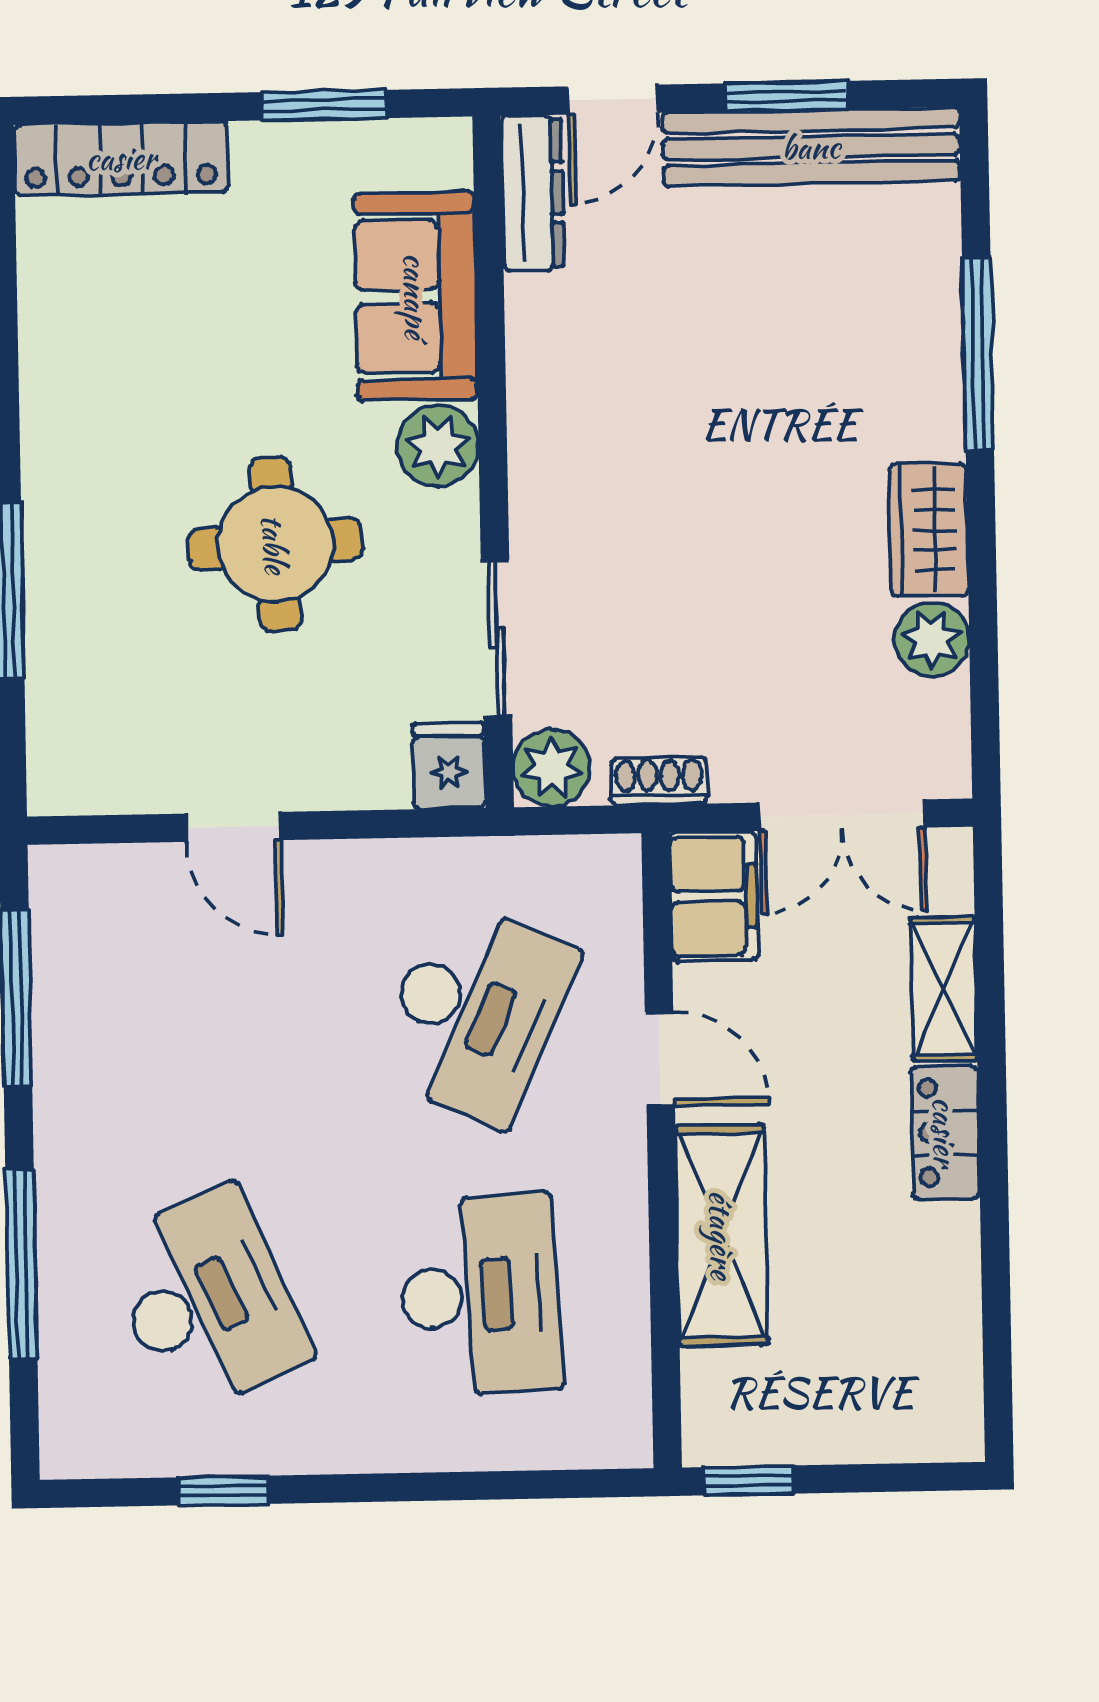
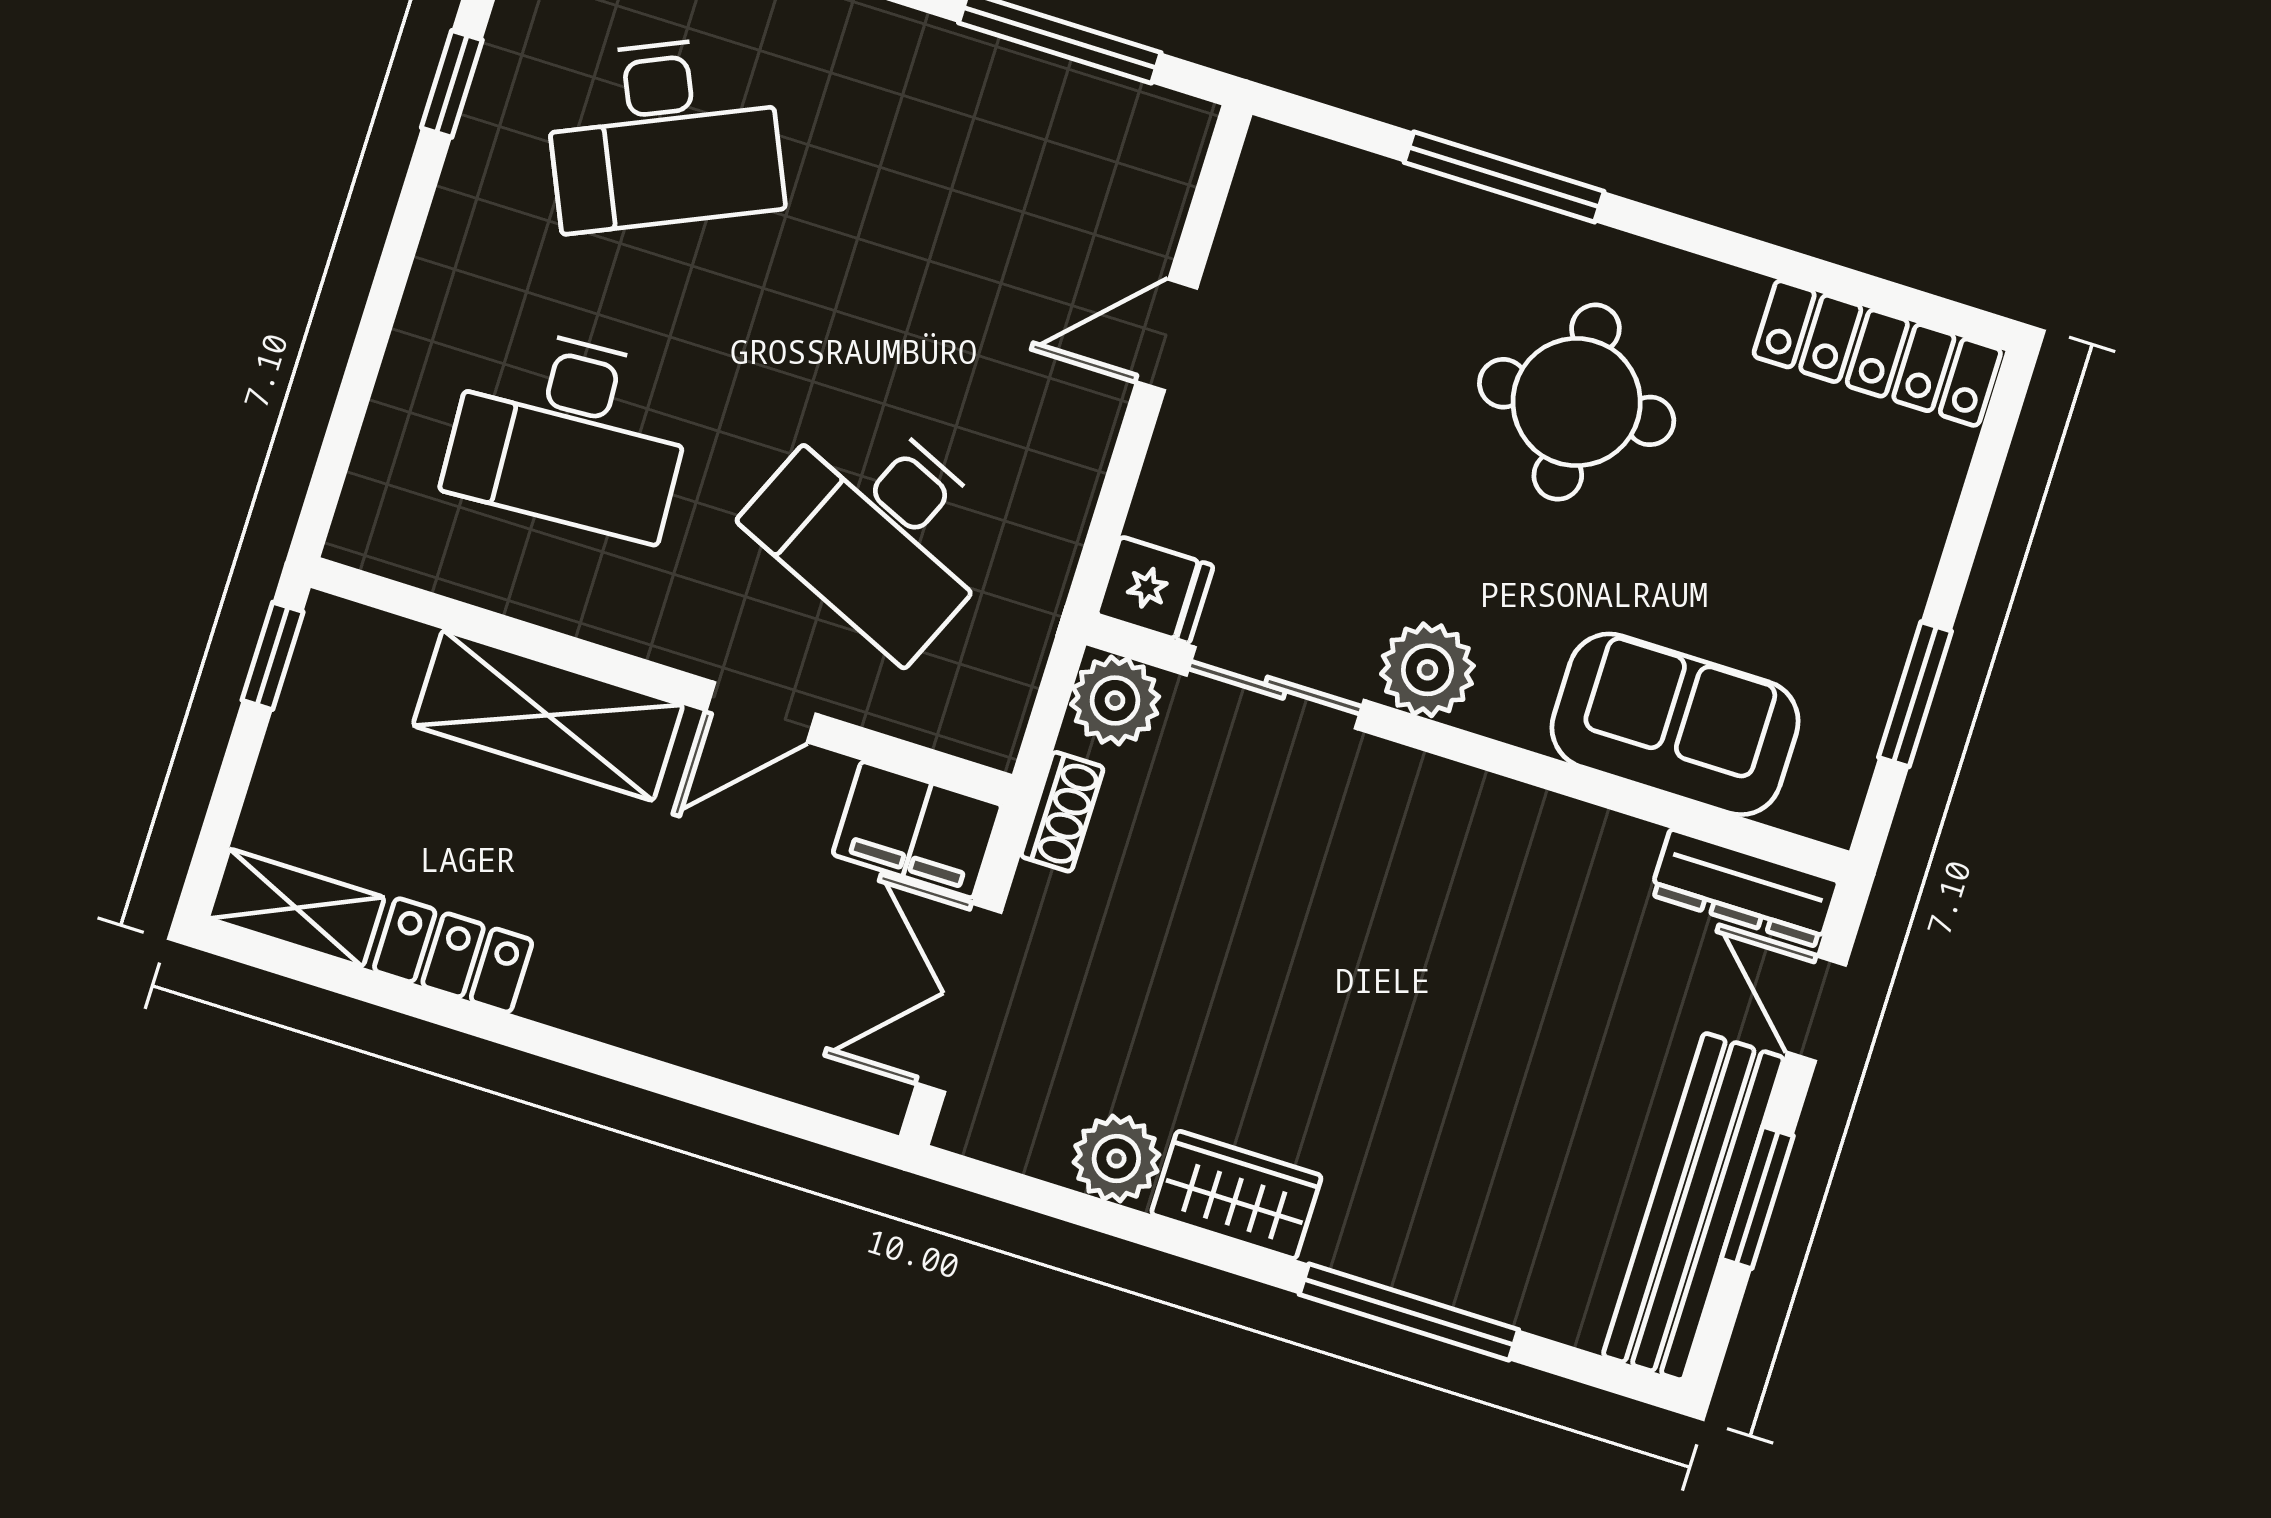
locker: (121, 158) -> (1877, 353), moved, turned -90
plant: (438, 446) -> (1427, 670), moved
round table: (275, 544) -> (1577, 402), moved
shelving: (944, 989) -> (296, 908), moved
locker: (945, 1132) -> (453, 955), moved

